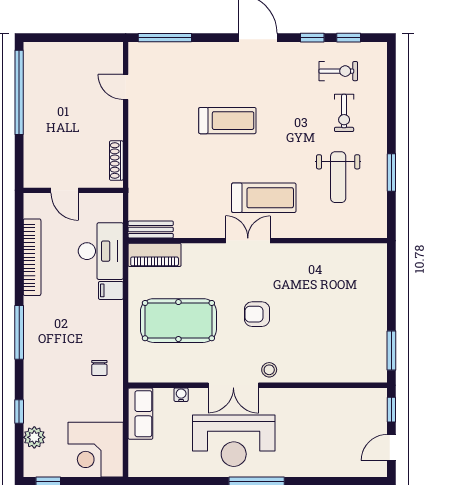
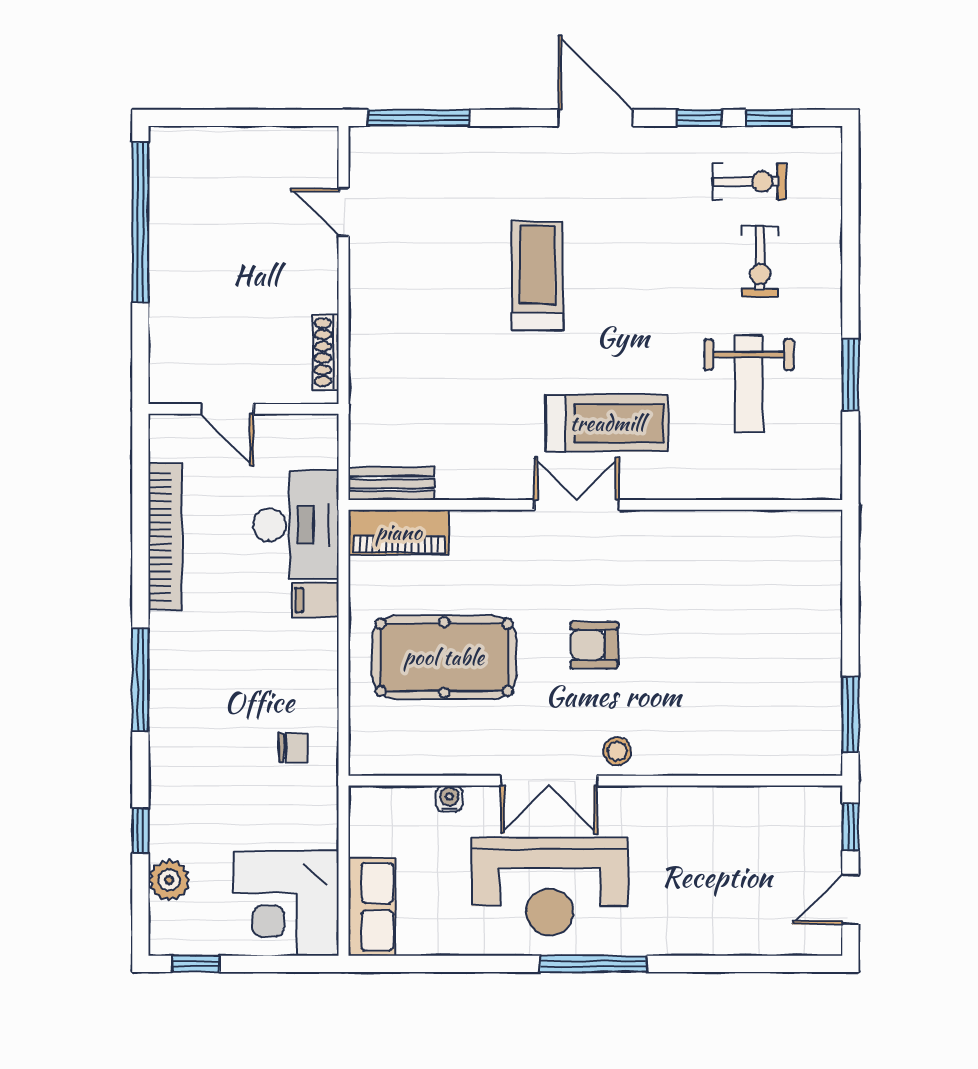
treadmill: (227, 121) -> (538, 276), turned -90
chair: (99, 368) -> (293, 748), turned -90
row of seats: (140, 414) -> (372, 907), moved

